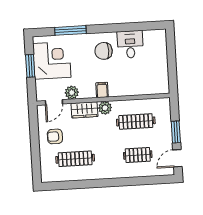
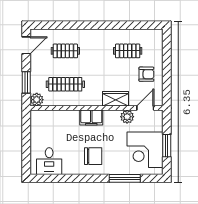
desk: (130, 44) -> (49, 161), moved
filing cabinet: (102, 90) -> (91, 118), width x2.00
plant: (105, 108) -> (37, 100), moved
window: (176, 132) -> (26, 82), moved
clothes rail: (75, 159) -> (128, 51), width x0.73

